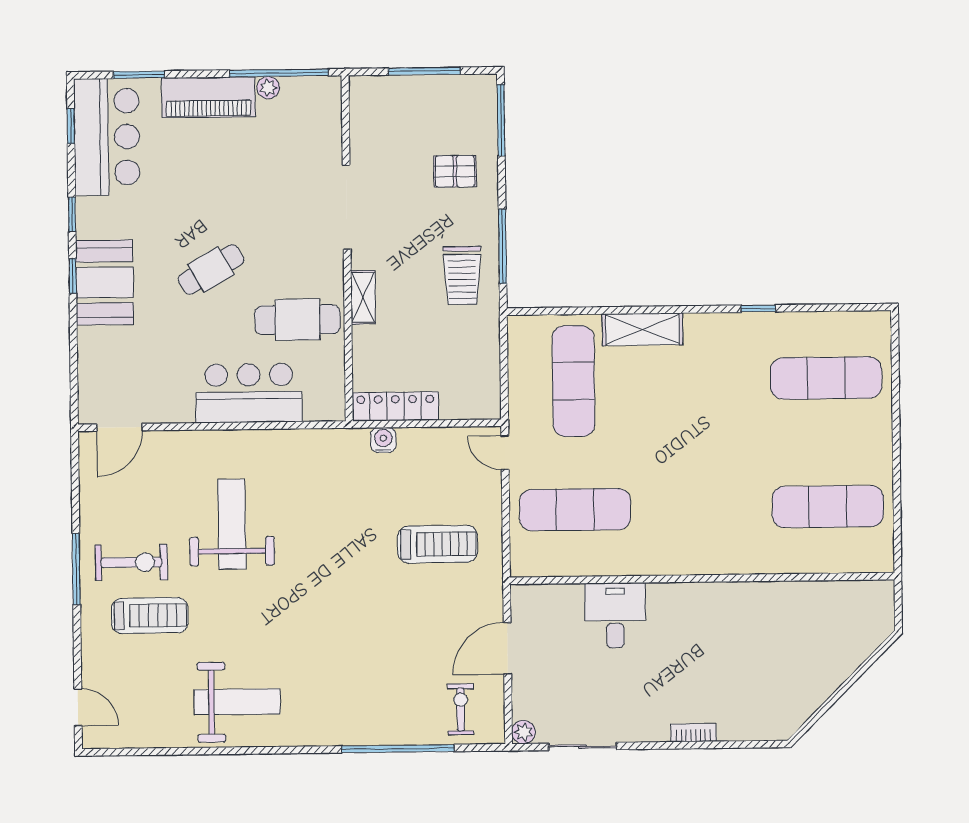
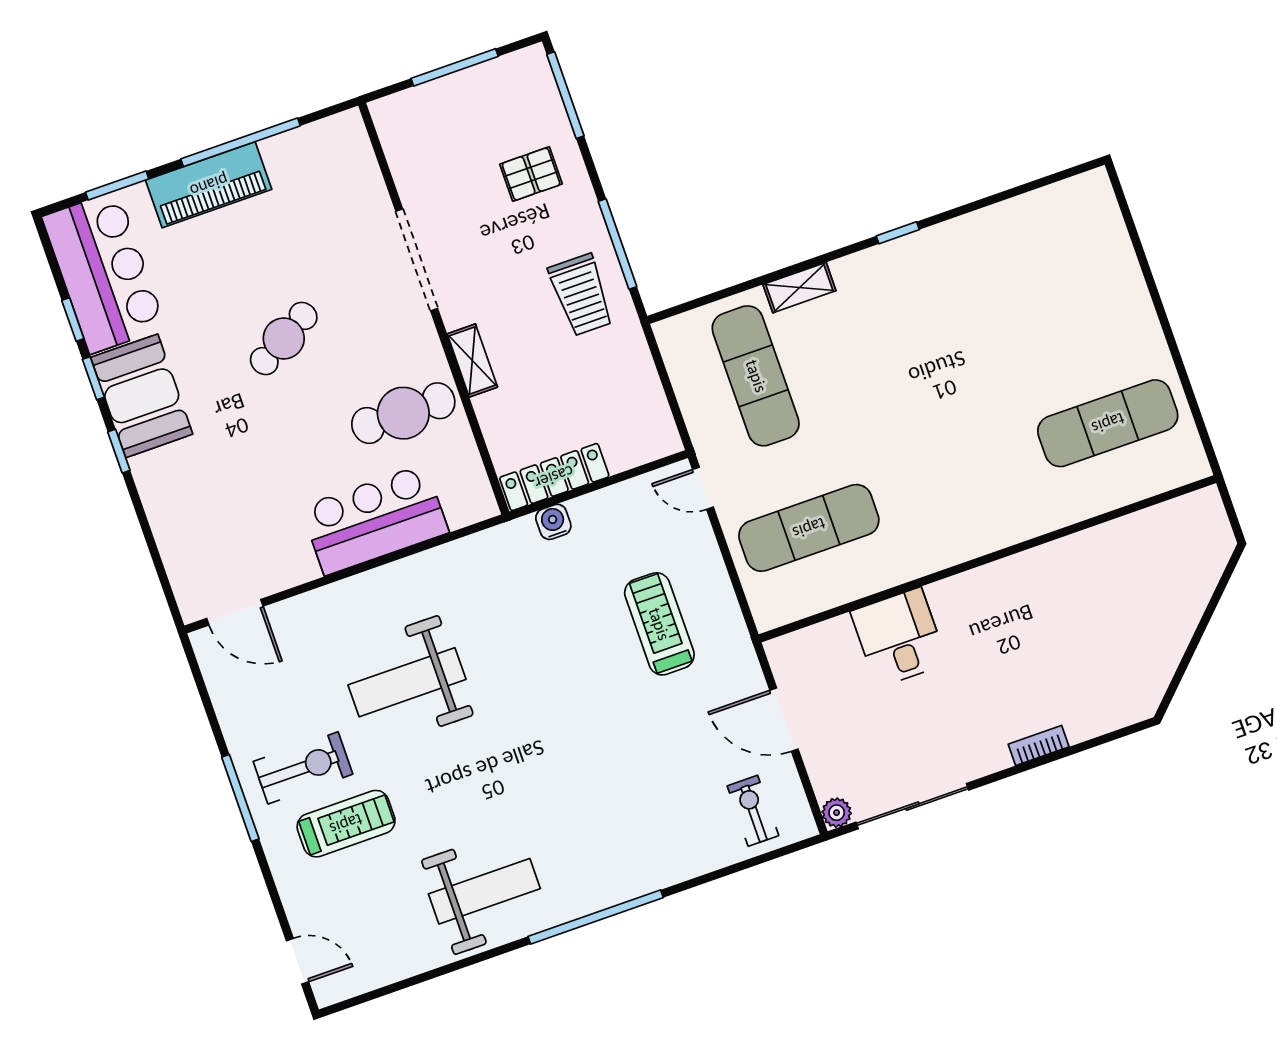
window: (279, 73) -> (241, 142), moved
plant: (268, 88) -> (276, 149), removed
window: (71, 126) -> (73, 319), moved
cafe table: (211, 269) -> (284, 338), moved
booth: (105, 282) -> (142, 396), moved
window: (758, 309) -> (898, 233), moved
shelving: (642, 329) -> (799, 288), width x0.67, depth x0.75
exercise mat: (826, 378) -> (1055, 271), removed
door: (119, 427) -> (235, 612), hinge flipped
weight bench: (232, 524) -> (407, 682), turned -90
treadmill: (438, 544) -> (659, 624), turned -90
door: (507, 648) -> (784, 720), hinge flipped
sliding door: (583, 746) -> (912, 806), width x1.37
window: (398, 749) -> (596, 917), moved

